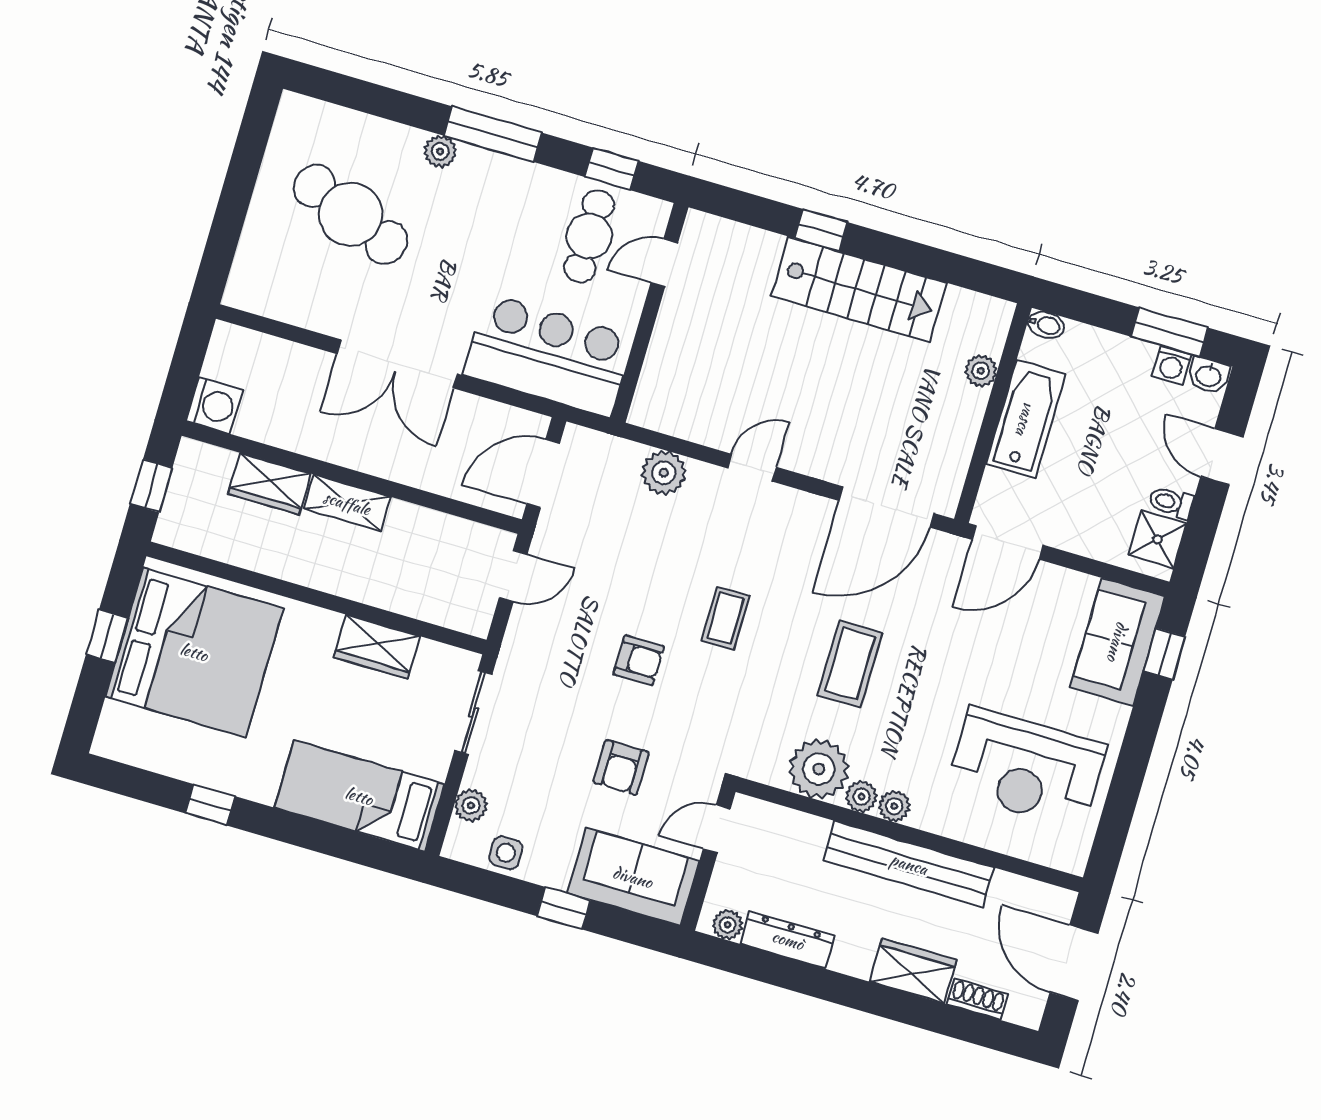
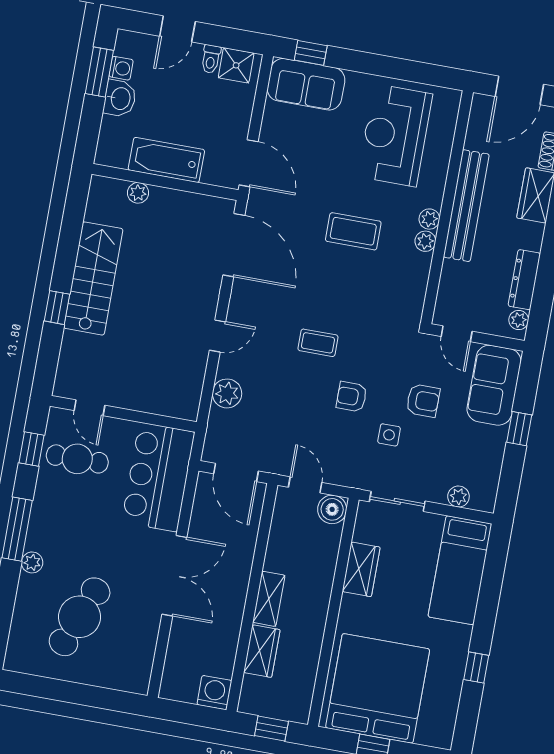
bidet: (1046, 325) -> (103, 153), removed
washbasin: (1209, 375) -> (120, 98), moved, width x1.38, depth x1.45
door: (752, 468) -> (217, 336), swing flipped
boiler: (472, 613) -> (332, 509), added
armchair: (639, 660) -> (352, 397), turned -90
coffee table: (850, 664) -> (353, 231), moved
reception desk: (1026, 768) -> (395, 135), turned 180
plant: (819, 769) -> (410, 271), removed
side table: (506, 853) -> (389, 435), moved

